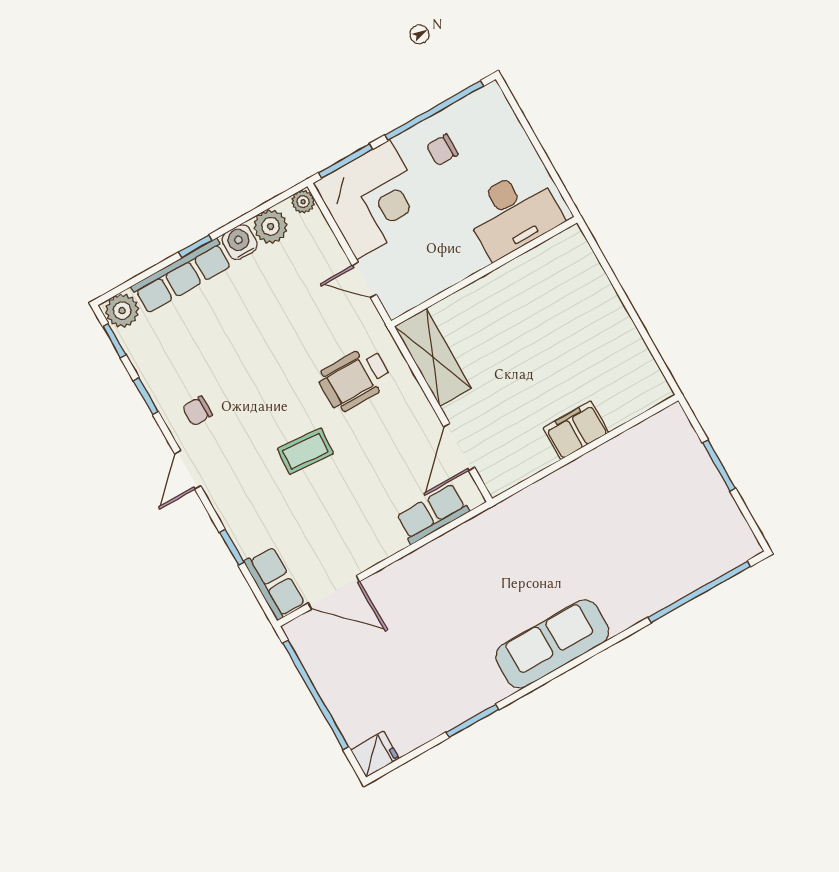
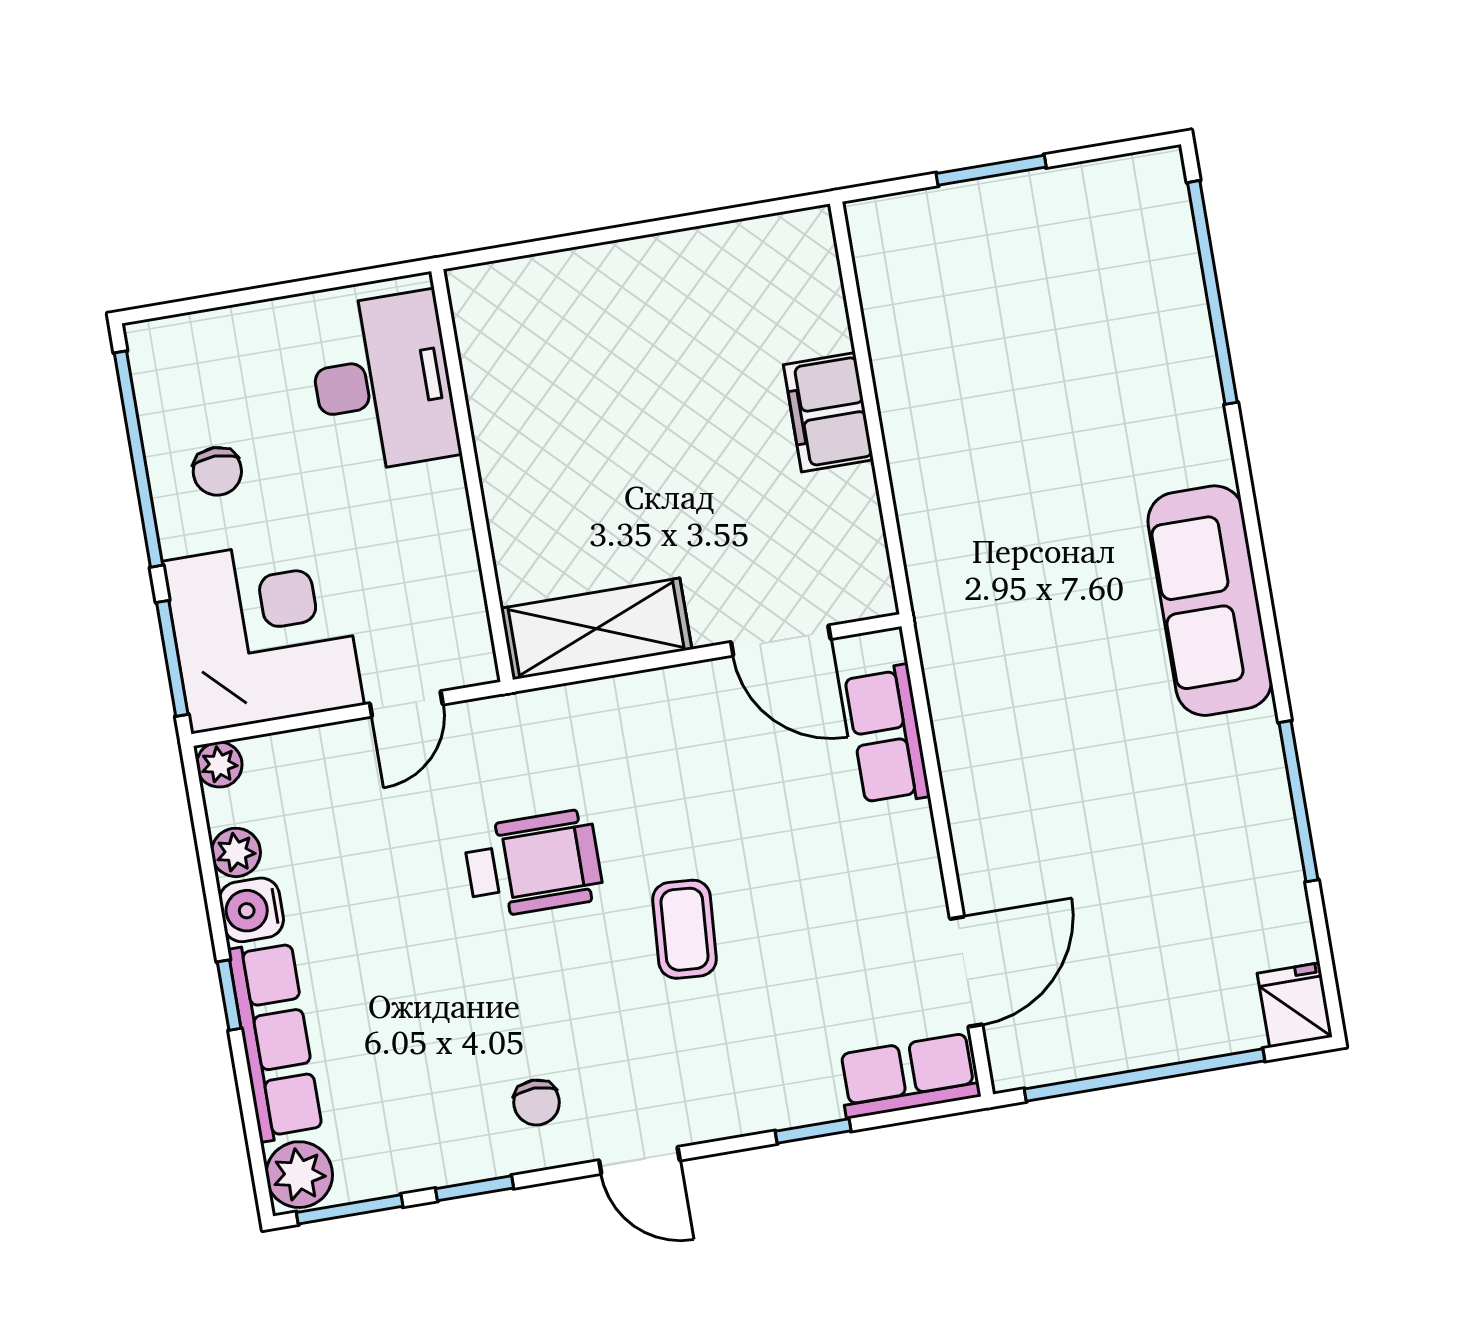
plant: (271, 226) -> (236, 852), width x0.73, depth x0.73
window: (114, 341) -> (350, 1209), width x1.50
wheelchair: (355, 379) -> (533, 864), moved, turned -90
window: (472, 721) -> (1298, 801), width x1.44

